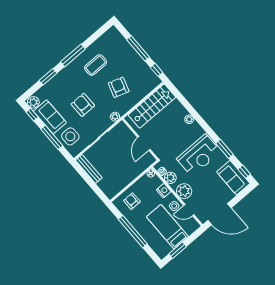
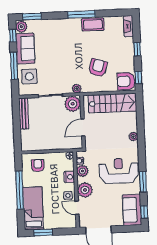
fireplace: (117, 36) -> (128, 26), added
window: (138, 48) -> (137, 49), width x0.46
coffee table: (96, 65) -> (93, 25), moved
window: (48, 77) -> (32, 17), moved
armchair: (83, 105) -> (126, 81), moved, turned -90
plant: (121, 131) -> (73, 104), added
reception desk: (199, 155) -> (119, 171), turned 180
bed: (167, 227) -> (33, 208), moved

